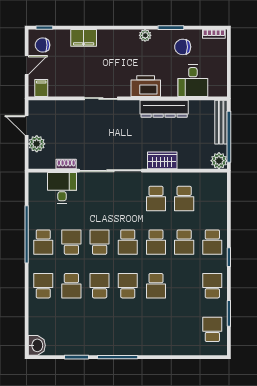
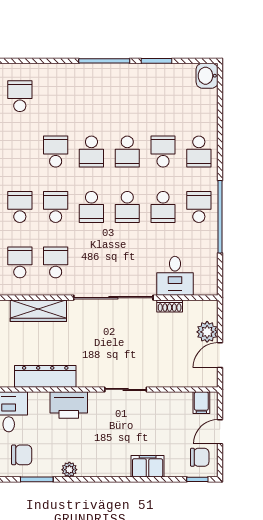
door: (27, 125) -> (220, 355), swing flipped
wardrobe: (162, 160) -> (38, 311), width x1.50
school desk: (128, 242) -> (91, 207), turned 180
school desk: (184, 329) -> (20, 96), added

